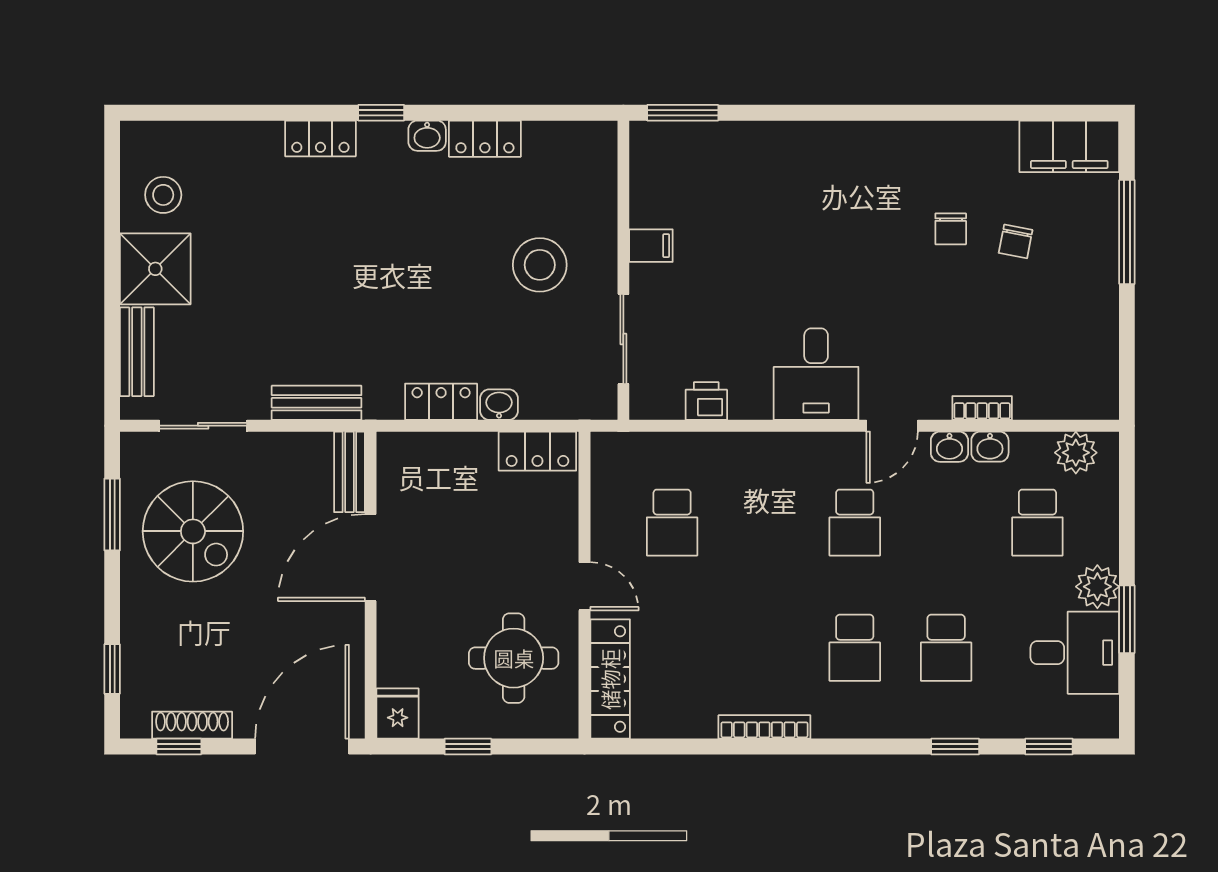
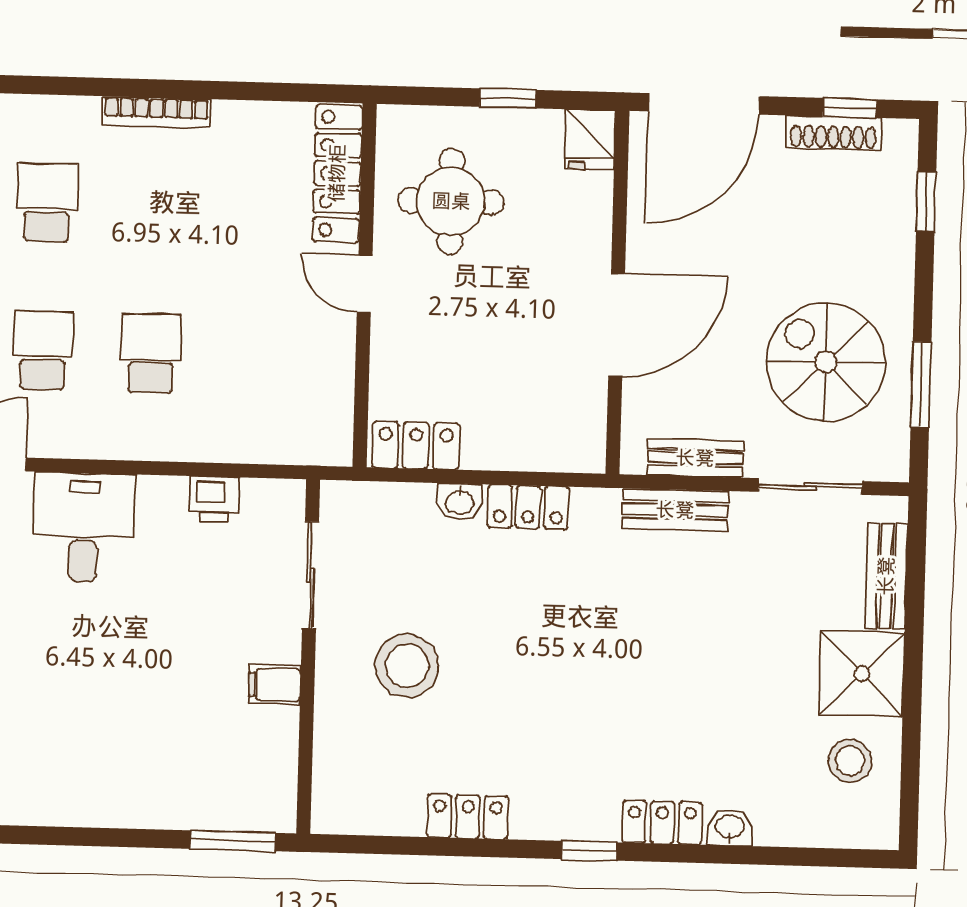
washbasin: (427, 136) -> (730, 828), moved
bench: (349, 472) -> (695, 458), moved, turned 90
school desk: (672, 523) -> (151, 353), moved

